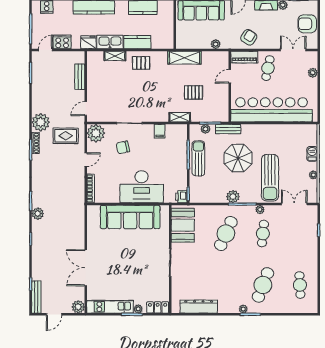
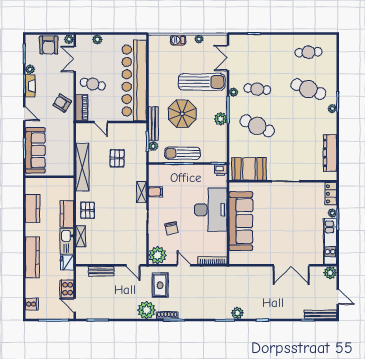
plant: (216, 44) -> (69, 39), moved
shelving: (184, 58) -> (82, 167), width x1.47
shelving: (180, 117) -> (142, 192), moved
bench: (228, 129) -> (153, 124), width x1.36

